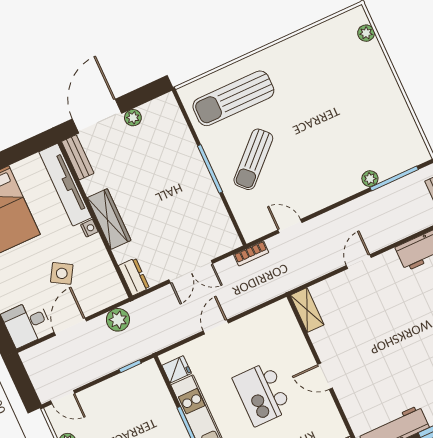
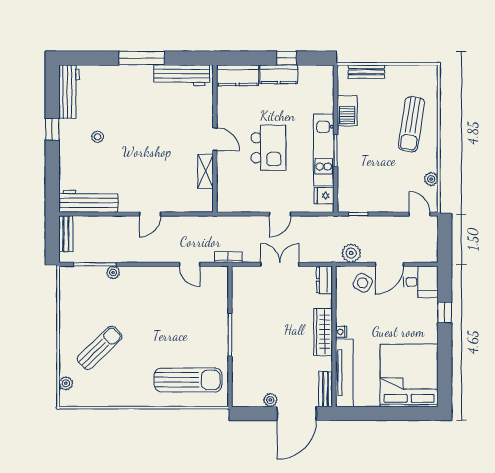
sun lounger: (253, 159) -> (100, 348), moved
side table: (62, 273) -> (363, 283), moved
shelving: (307, 310) -> (206, 171), moved

